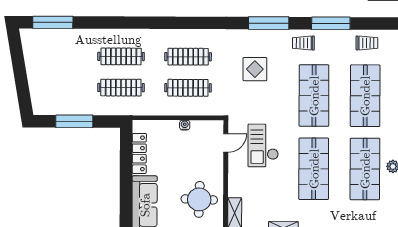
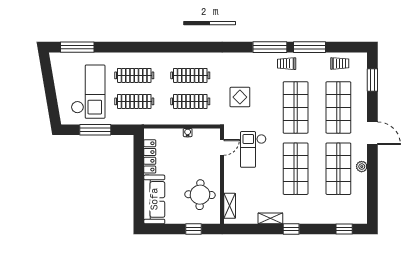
window: (269, 23) -> (270, 47), moved
display table: (255, 69) -> (240, 97), moved
checkout: (66, 76) -> (88, 92), added

